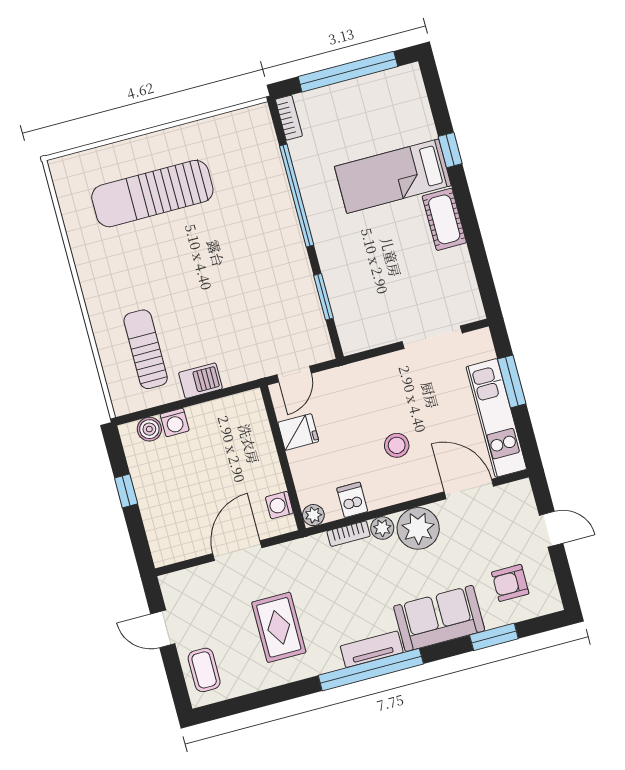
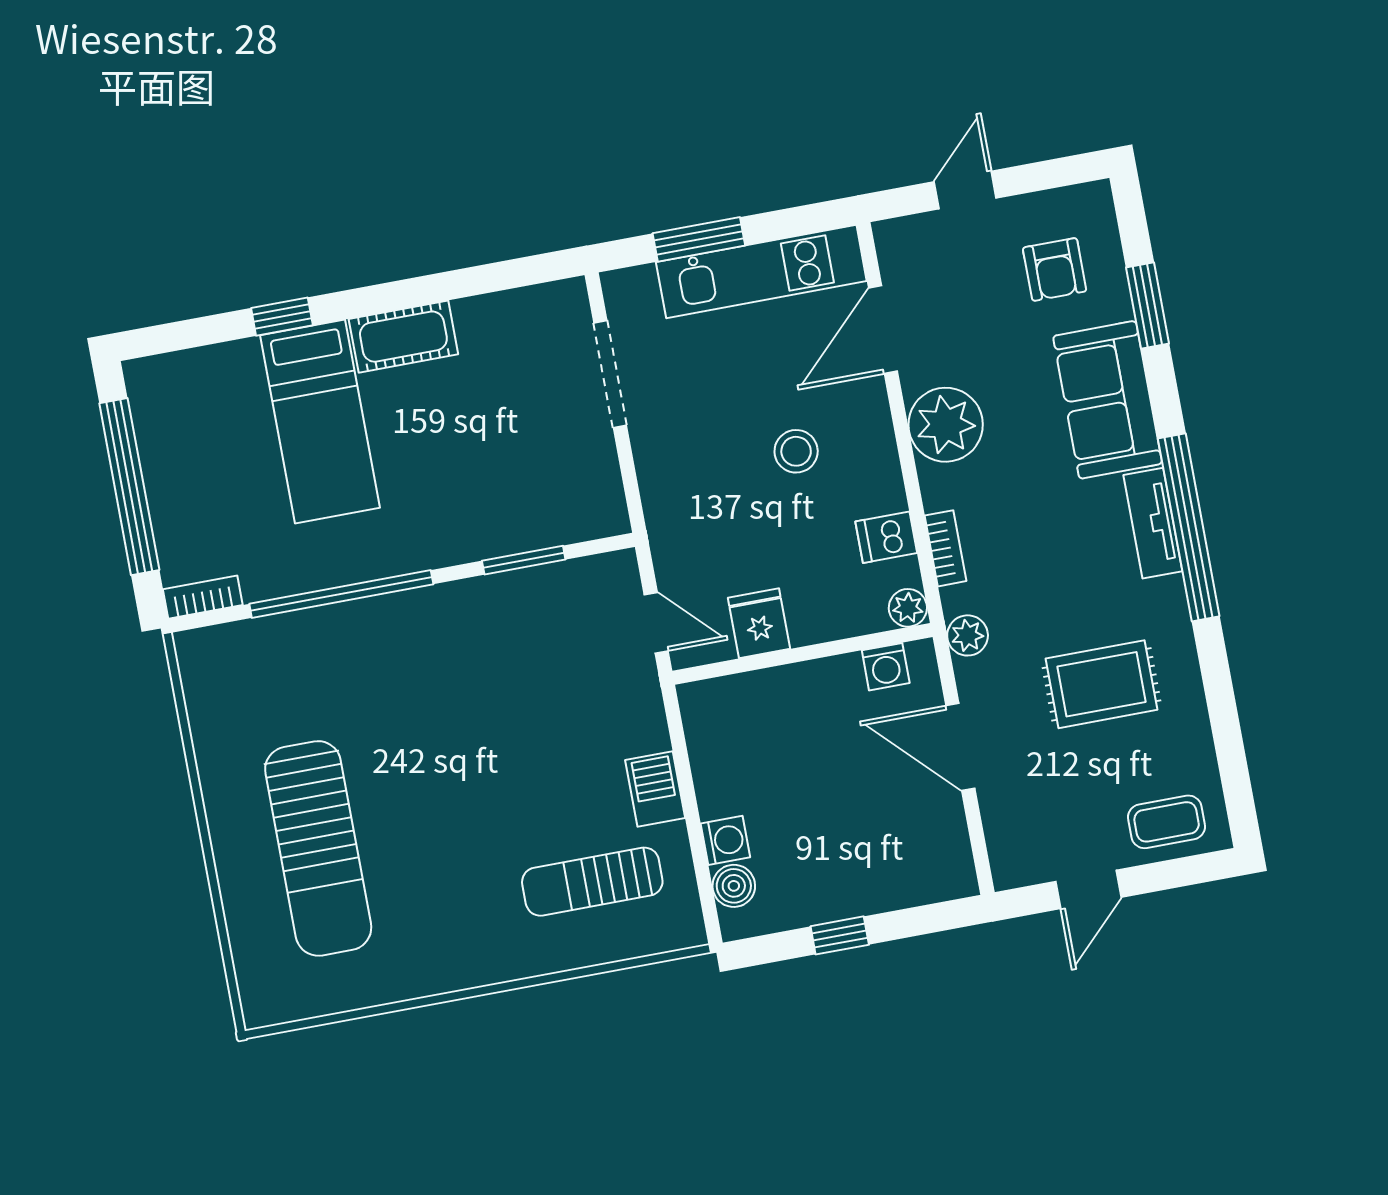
plant: (382, 528) -> (968, 635), moved

